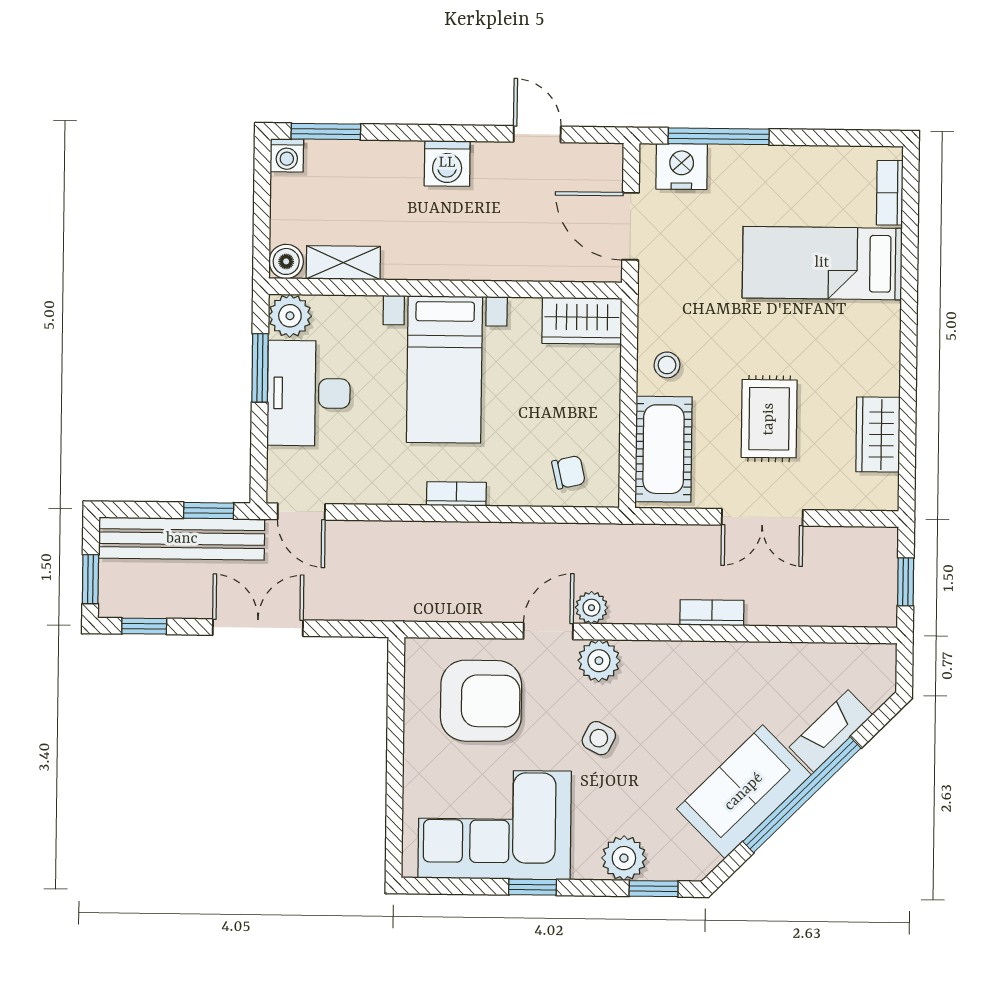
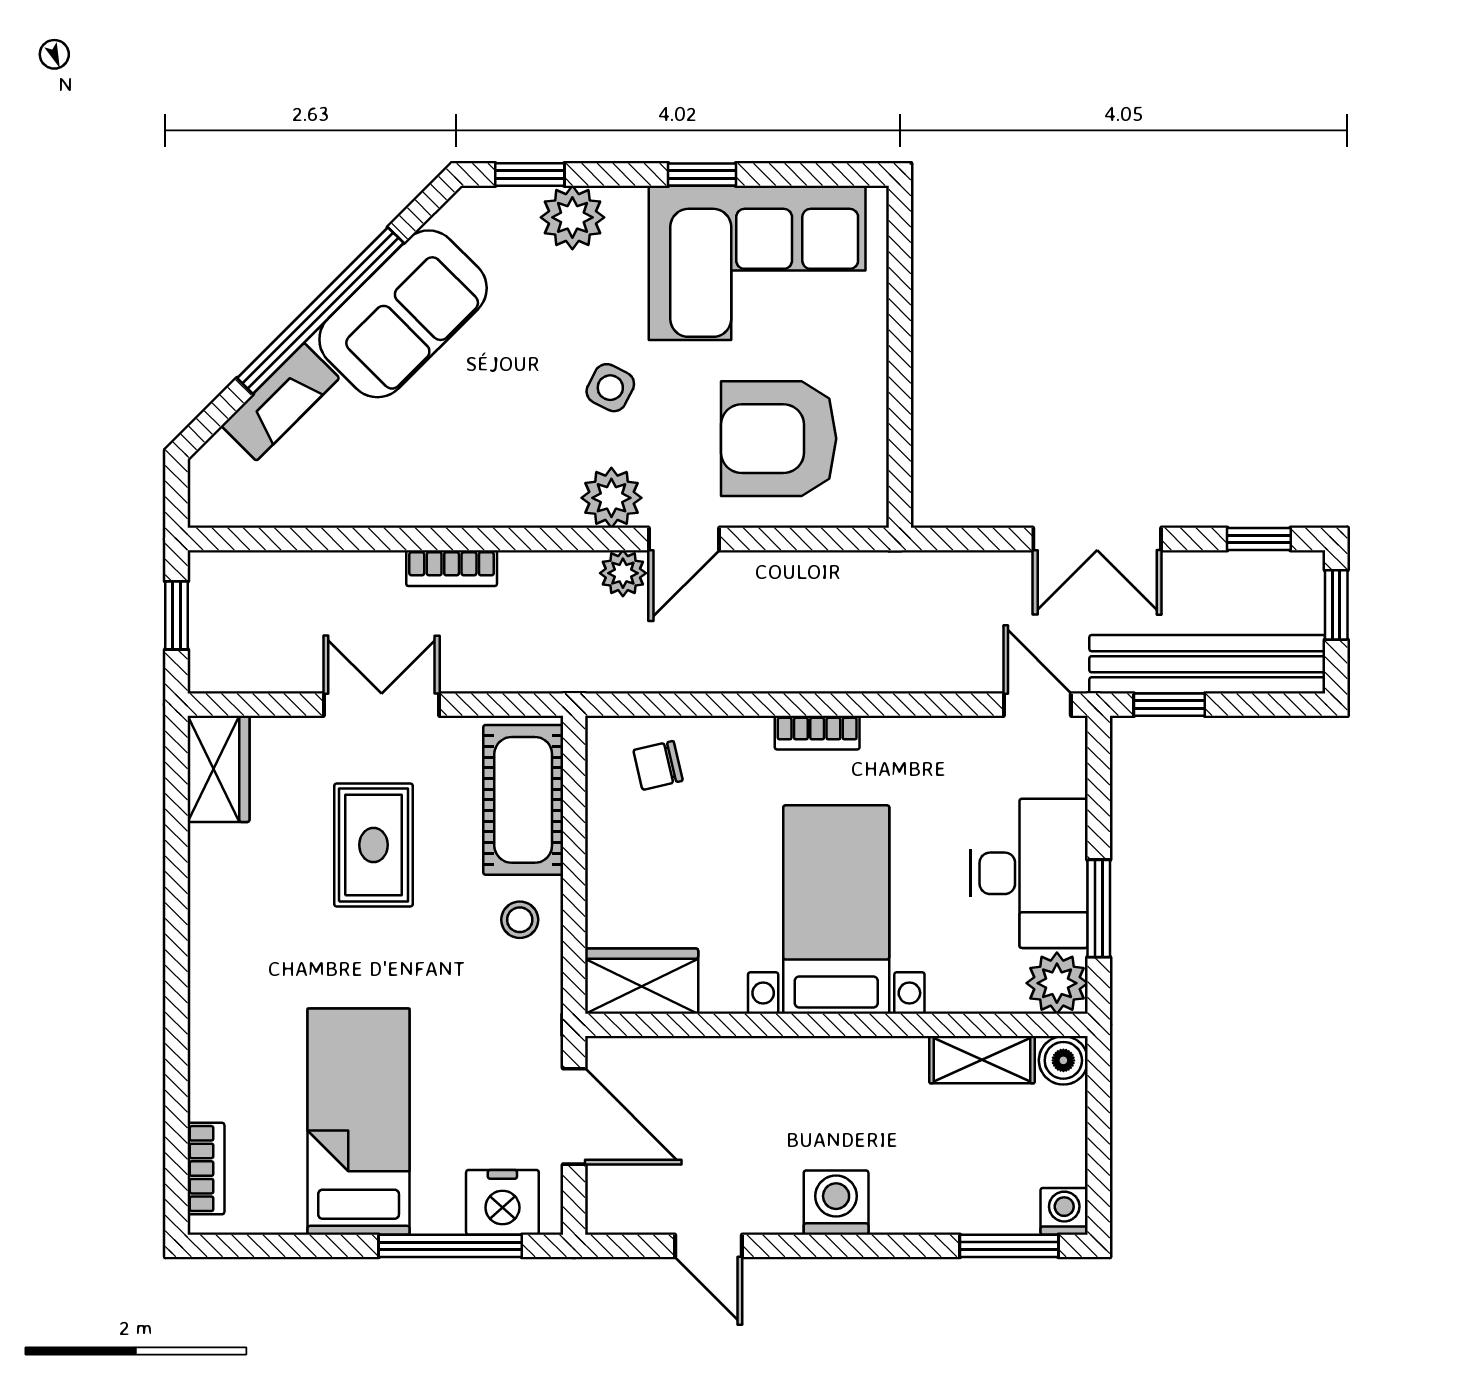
bed: (822, 263) -> (359, 1122), moved, turned -90
wardrobe: (878, 435) -> (218, 769), moved

